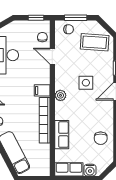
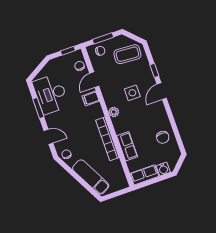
door: (52, 56) -> (94, 80), hinge flipped
filing cabinet: (42, 90) -> (91, 98), moved

